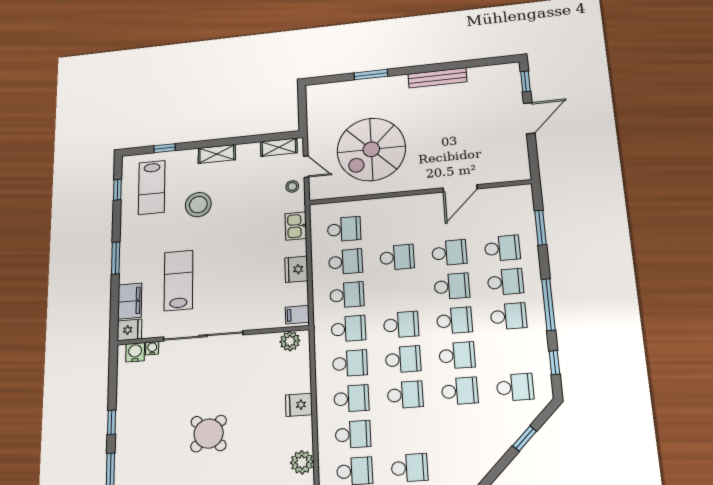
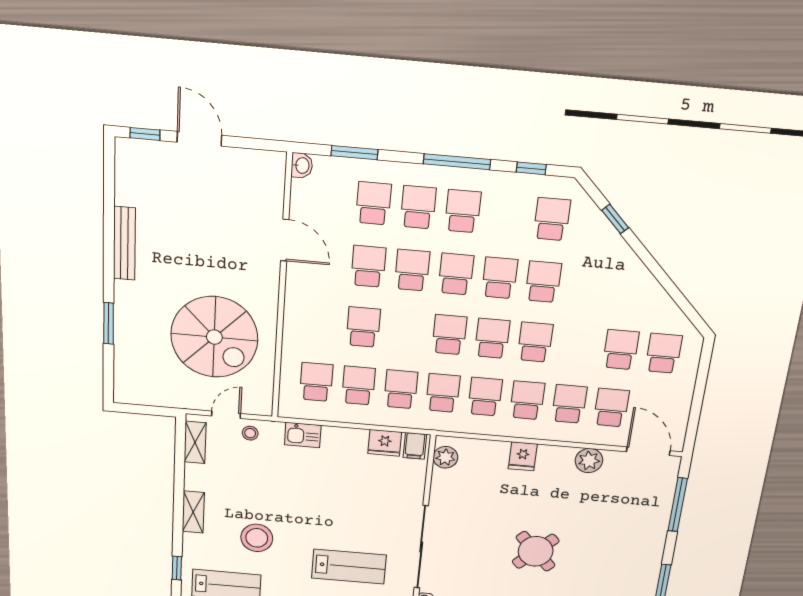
washbasin: (523, 192) -> (302, 165), added
fridge: (296, 269) -> (385, 443), moved
lab bench: (178, 280) -> (349, 567), turned 180

